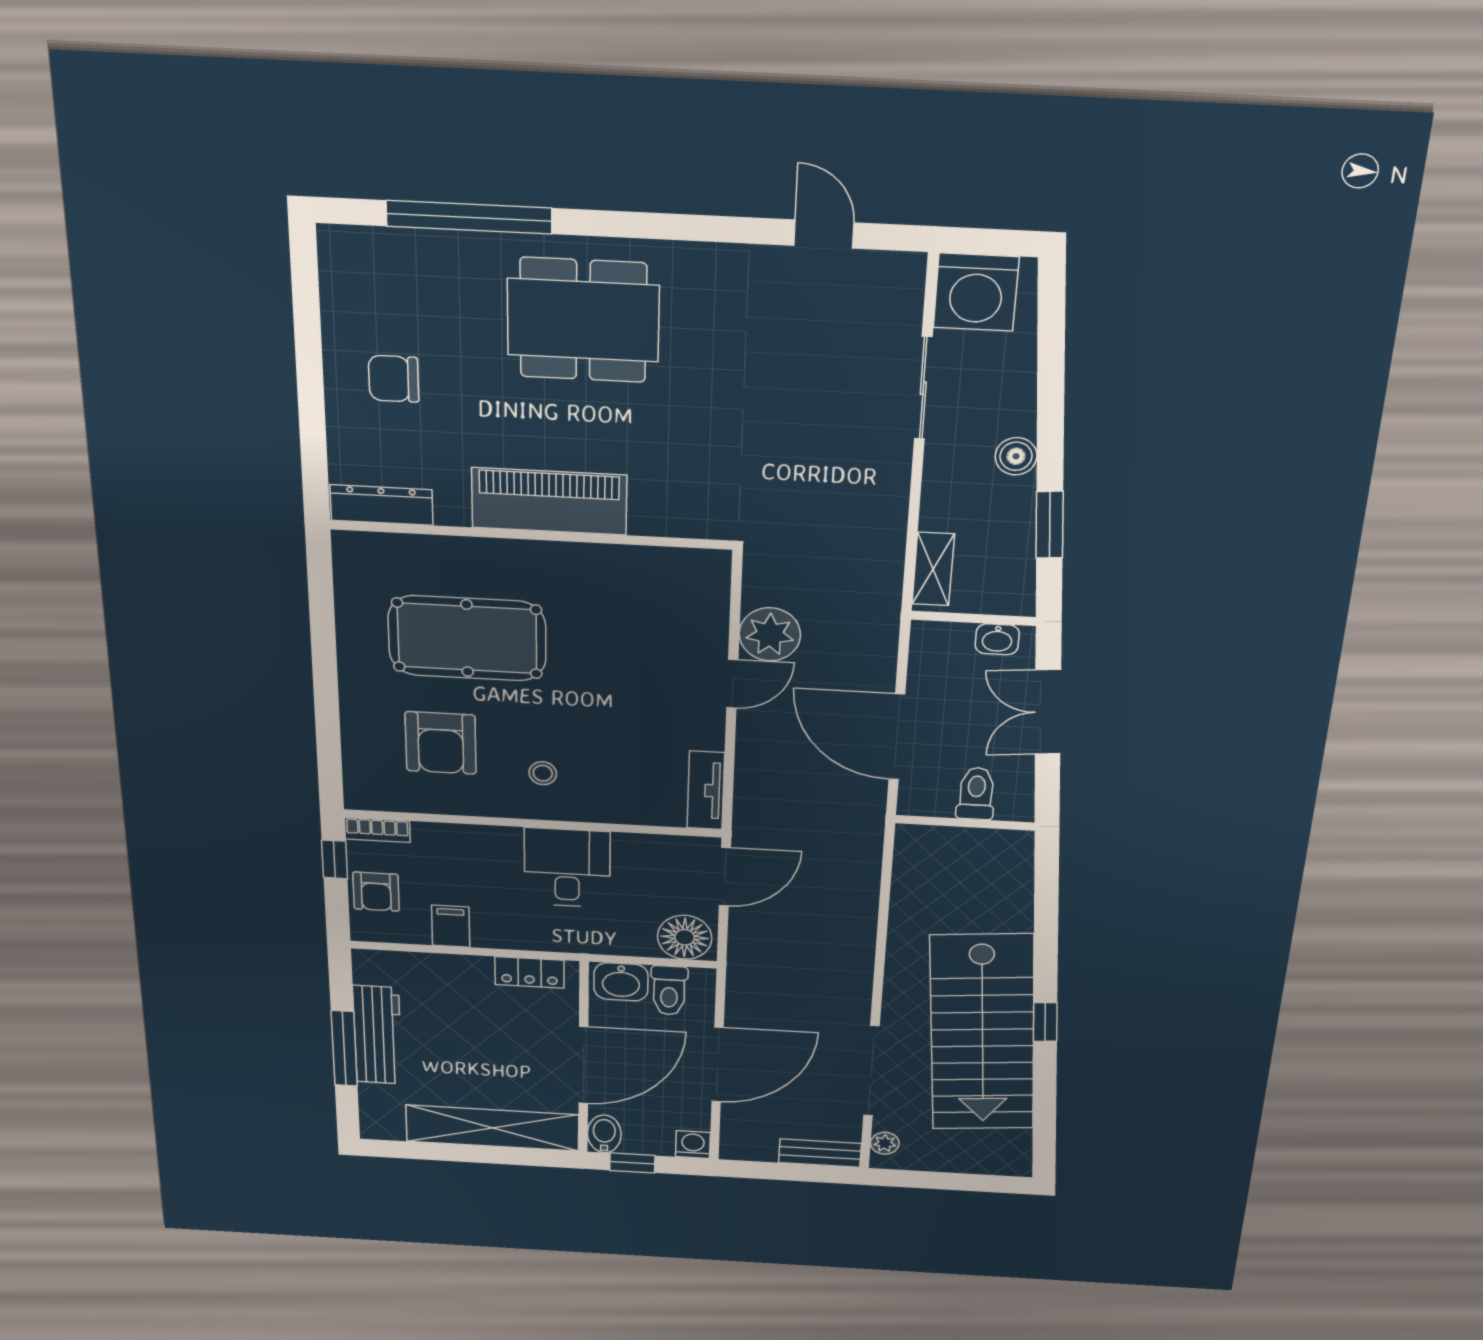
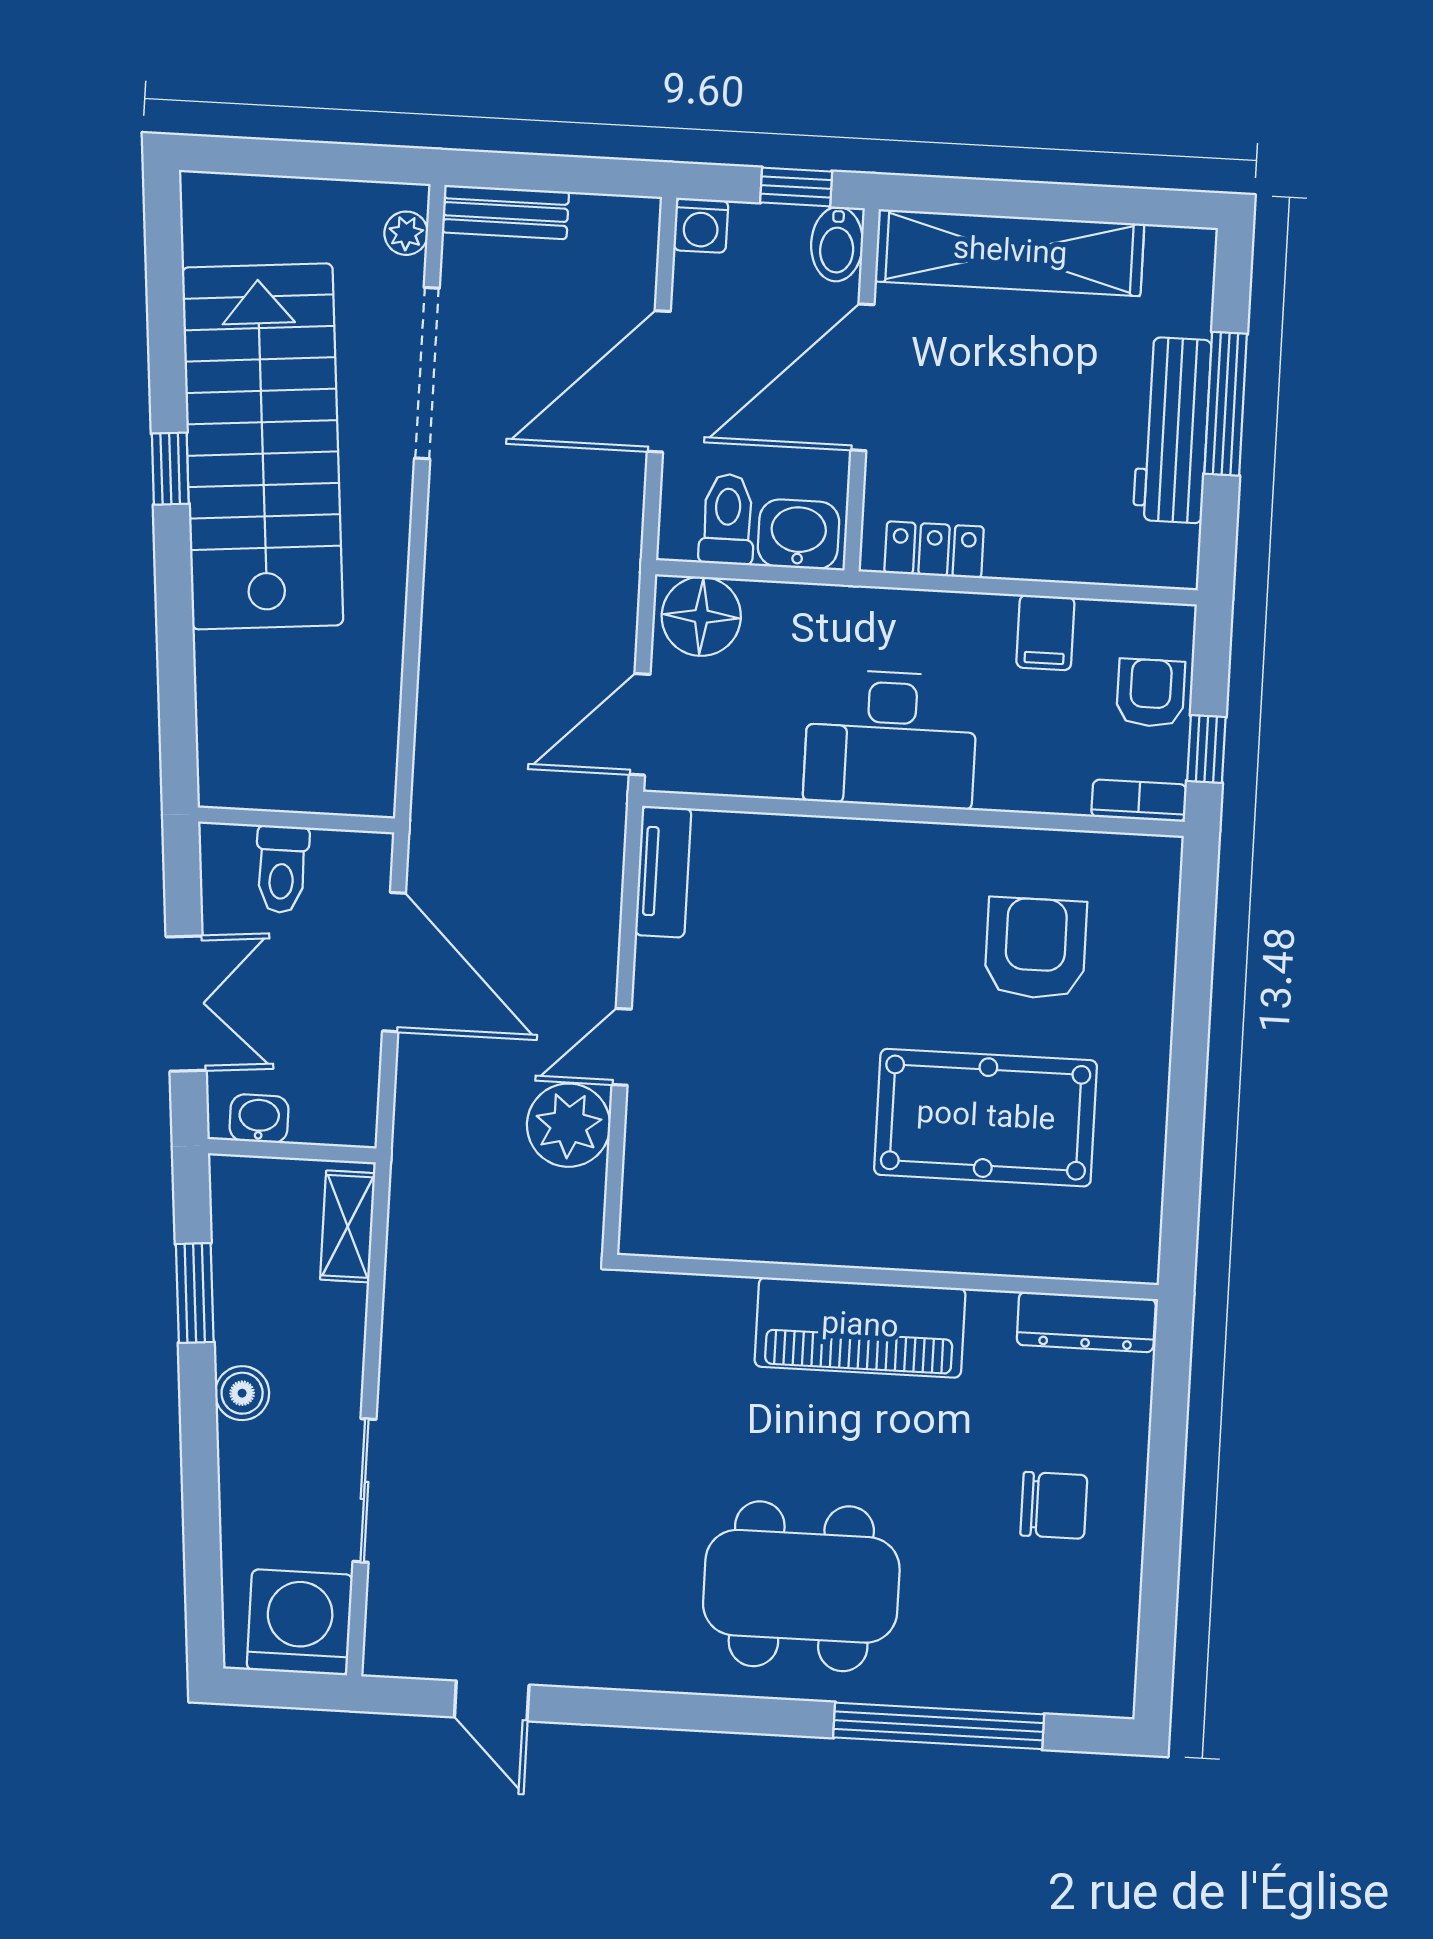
stool: (543, 773) -> (894, 899), removed
desk: (567, 868) -> (891, 739), width x1.37

